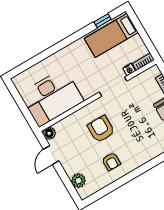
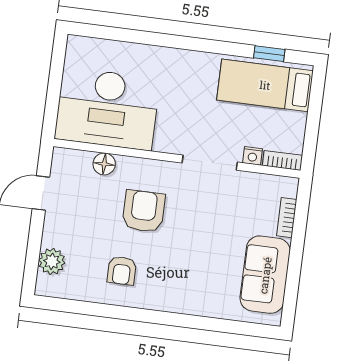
floor lamp: (49, 133) -> (104, 164), moved

